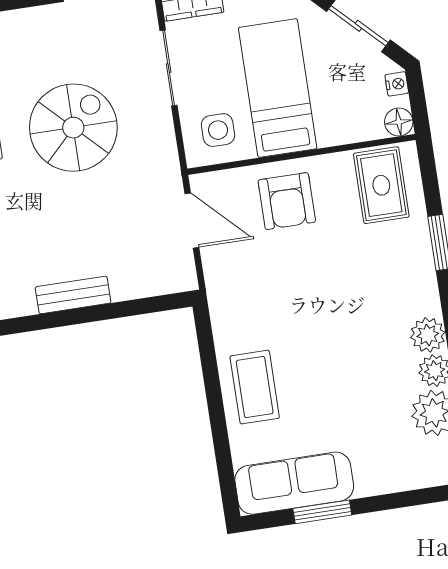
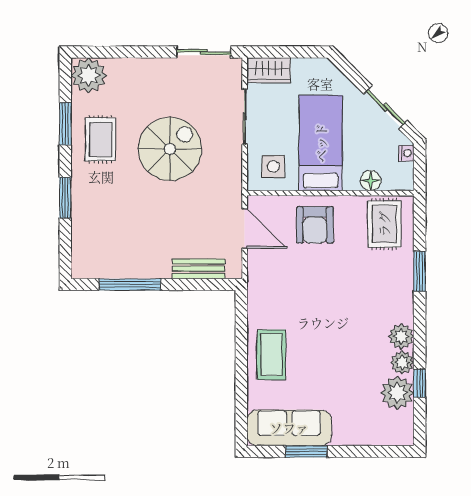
floor lamp: (399, 122) -> (371, 181), moved
bench: (73, 295) -> (199, 269), moved
window: (47, 321) -> (130, 284), added

